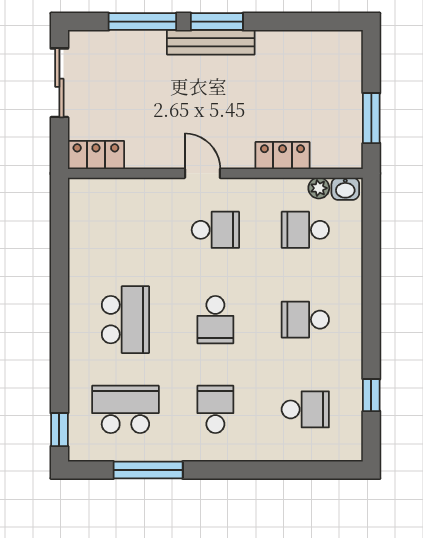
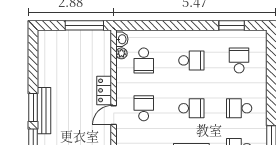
window: (371, 118) -> (84, 25), width x1.44
locker: (283, 156) -> (104, 90), moved
school desk: (305, 320) -> (191, 60), turned -90
window: (371, 395) -> (232, 25), width x1.50

